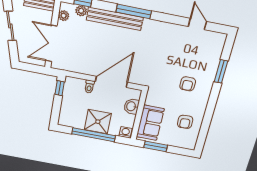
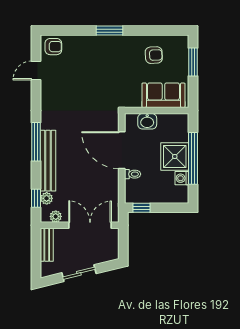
double door: (51, 44) -> (90, 225), swing flipped
window: (221, 71) -> (110, 31), moved
armchair: (188, 84) -> (53, 47), moved
washing machine: (125, 132) -> (182, 178), moved
window: (156, 146) -> (193, 62), moved

